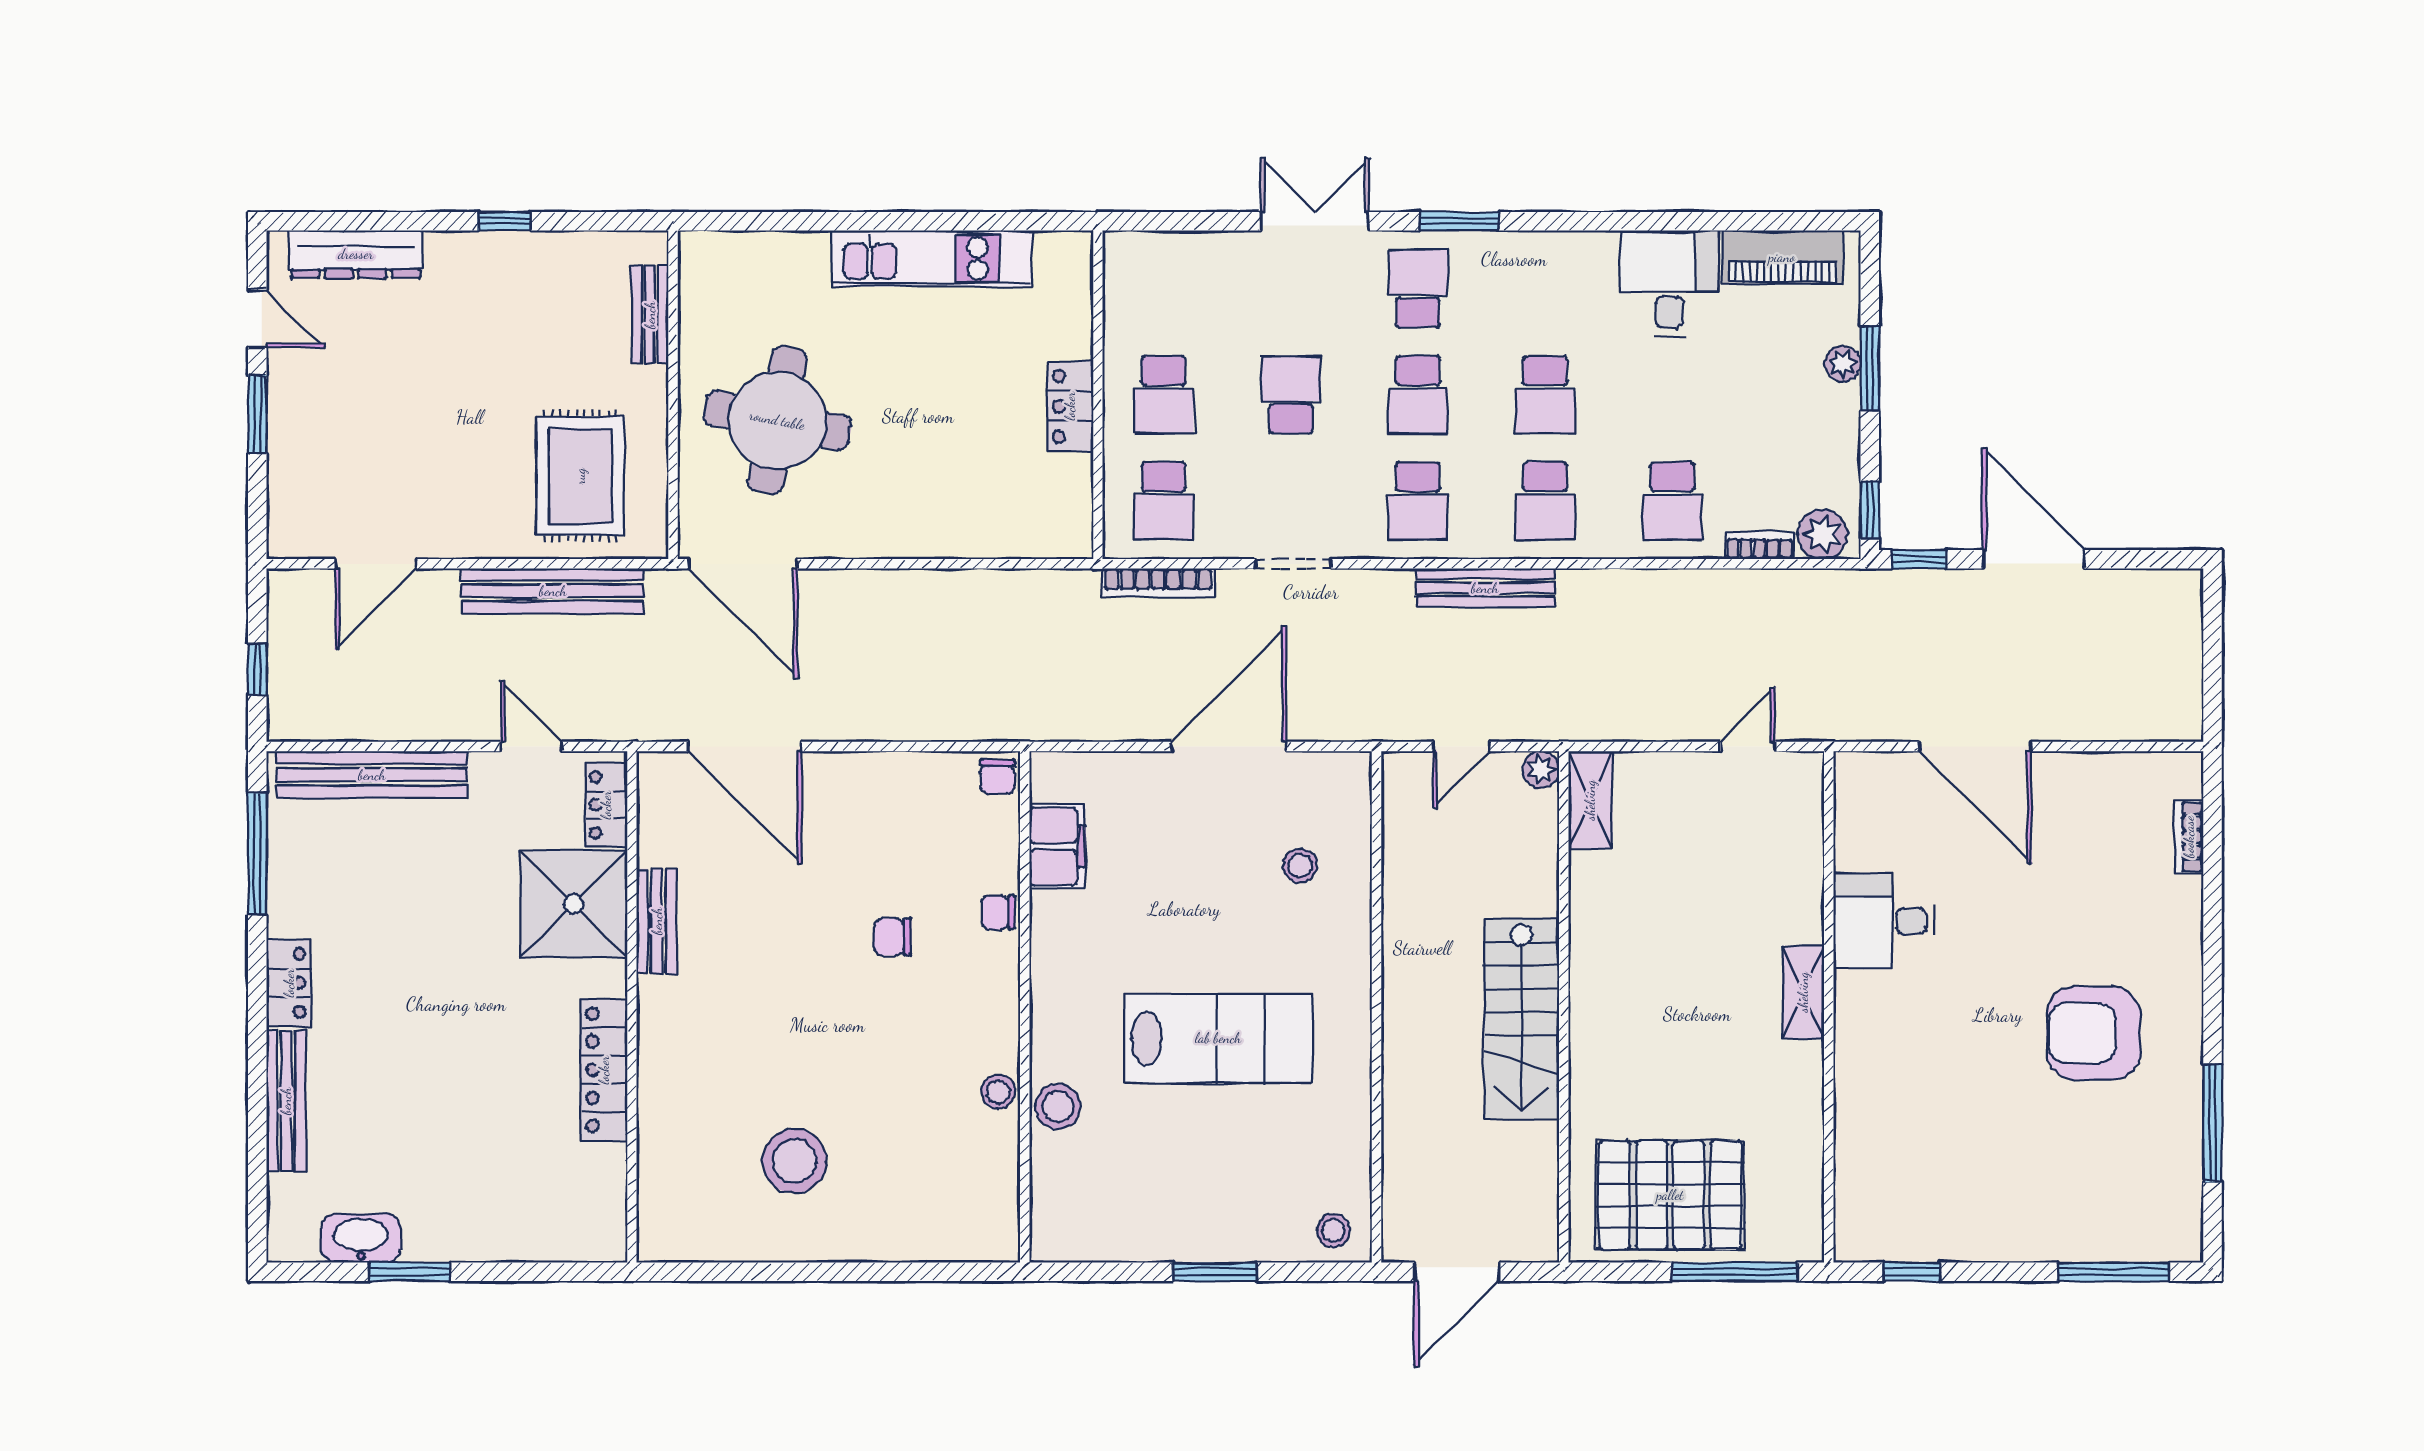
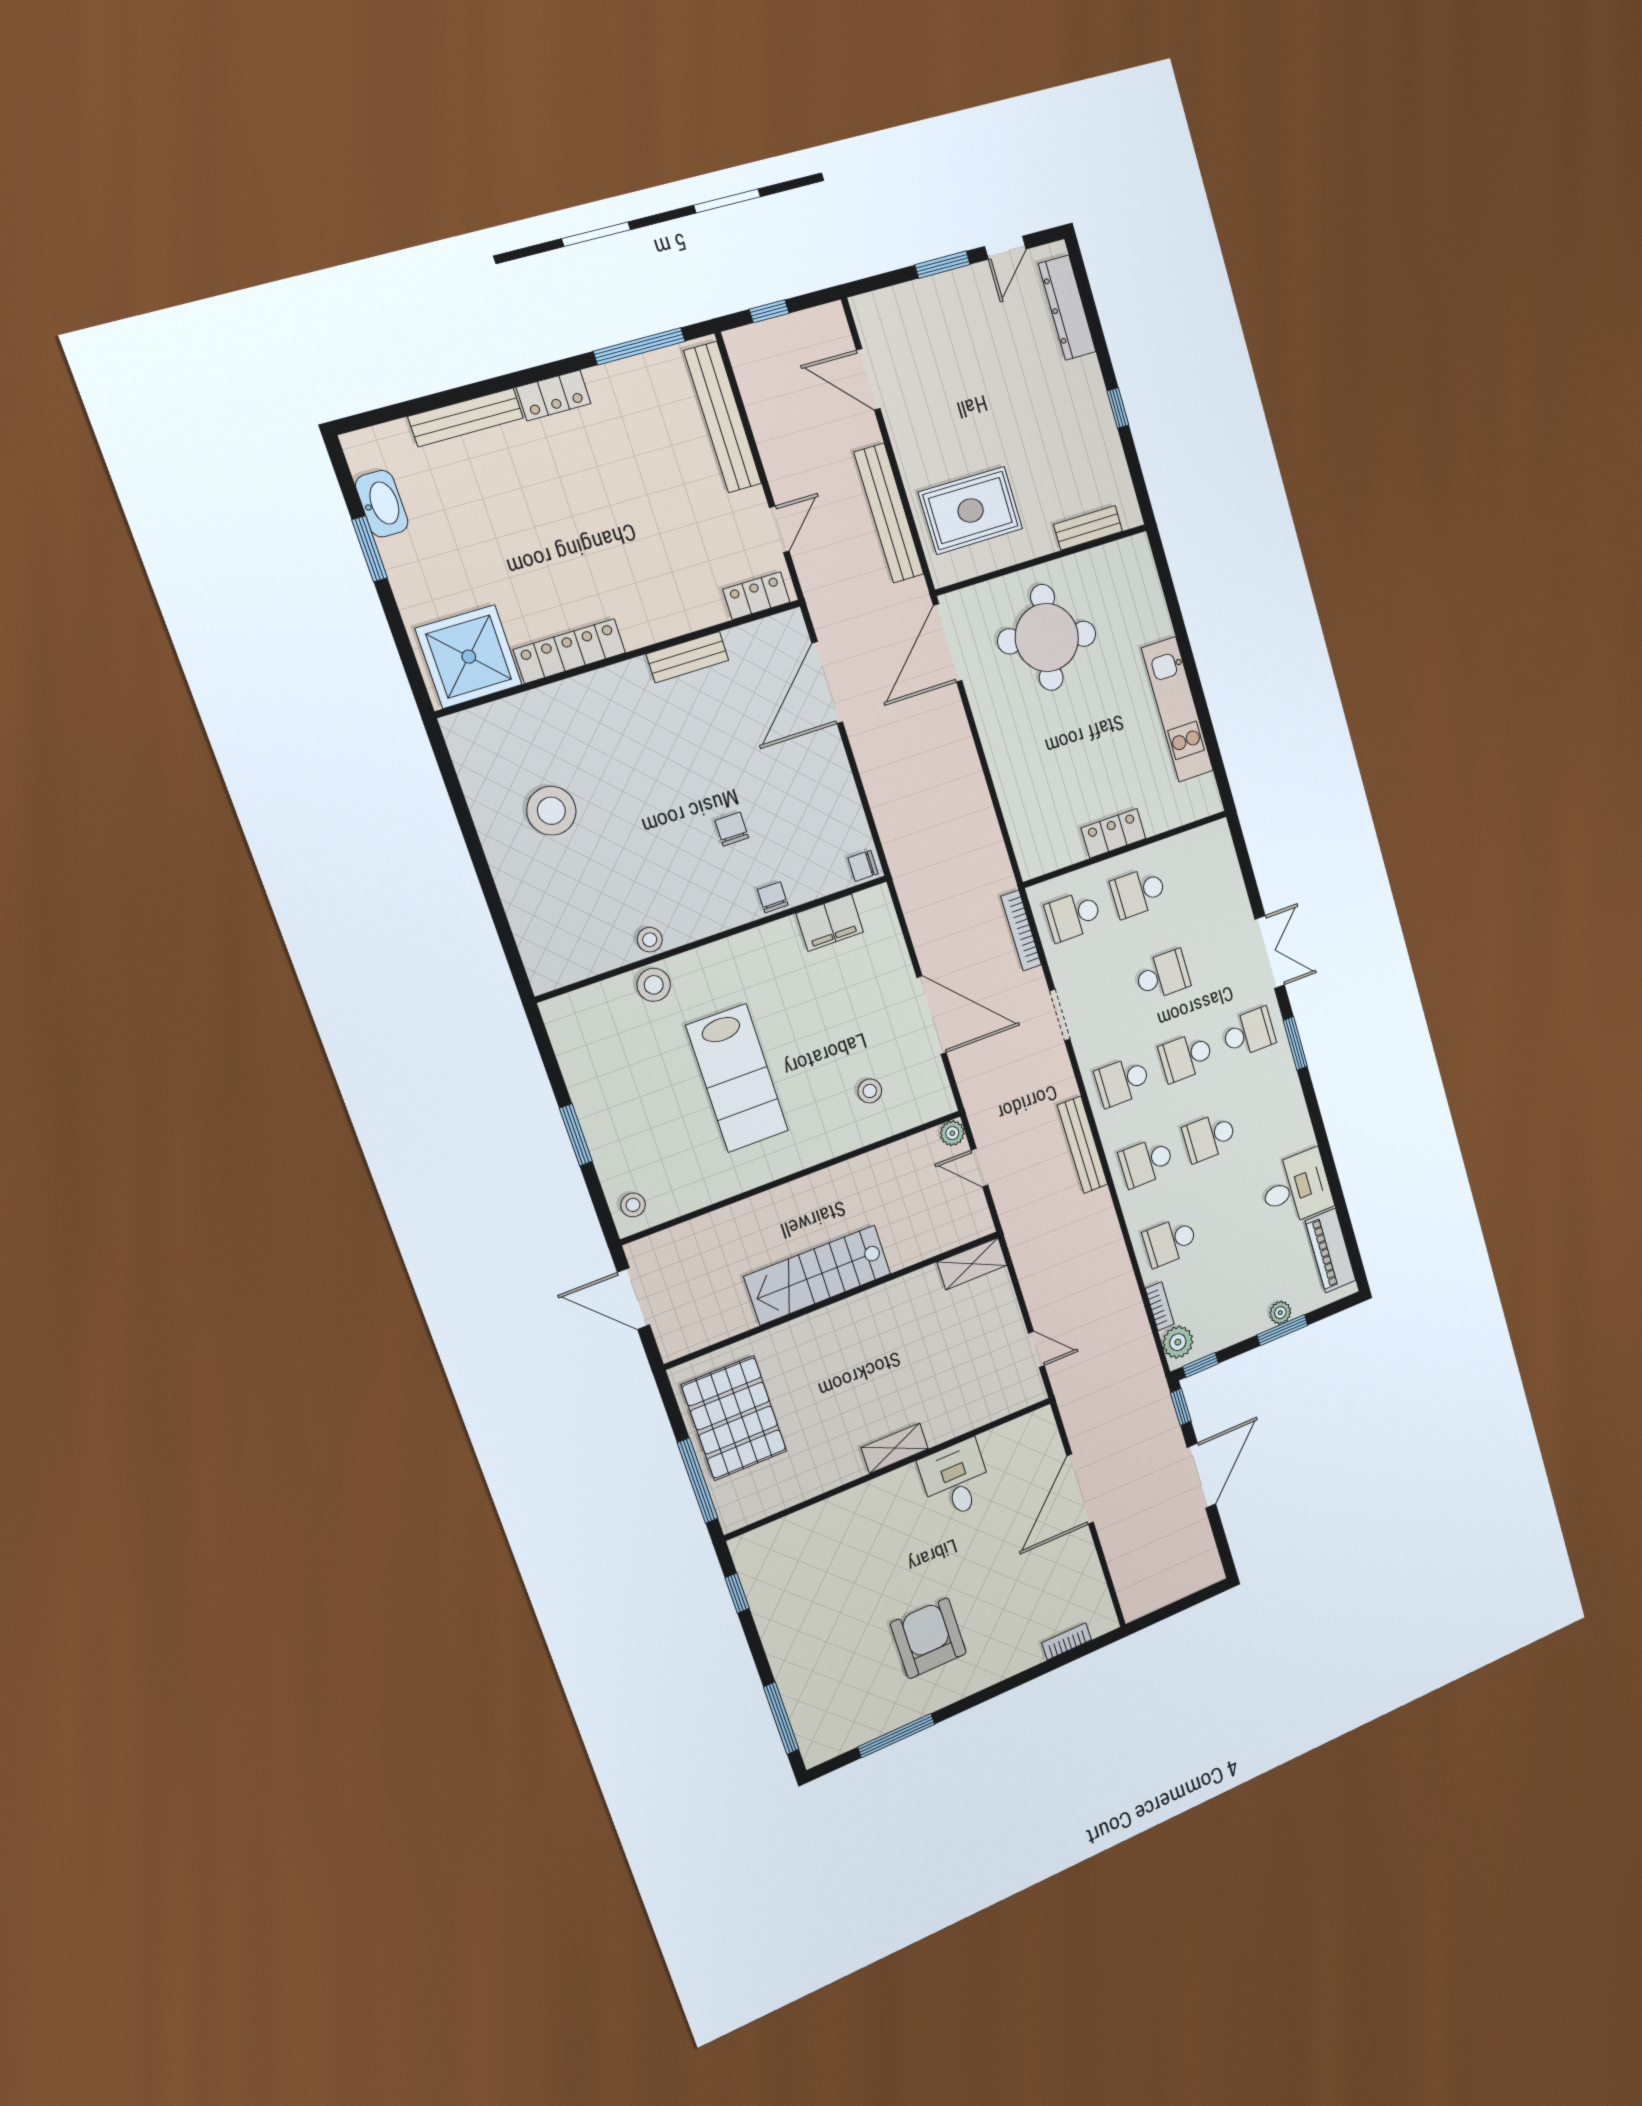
plant: (1541, 769) -> (952, 1133), moved
shower: (574, 904) -> (469, 657), moved

